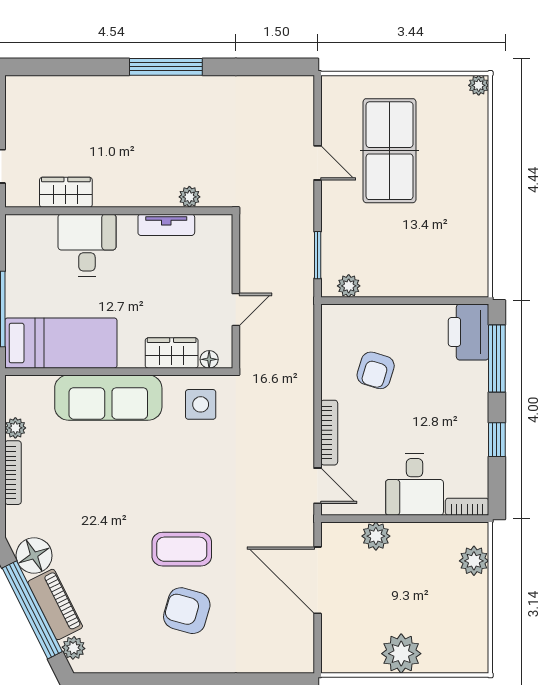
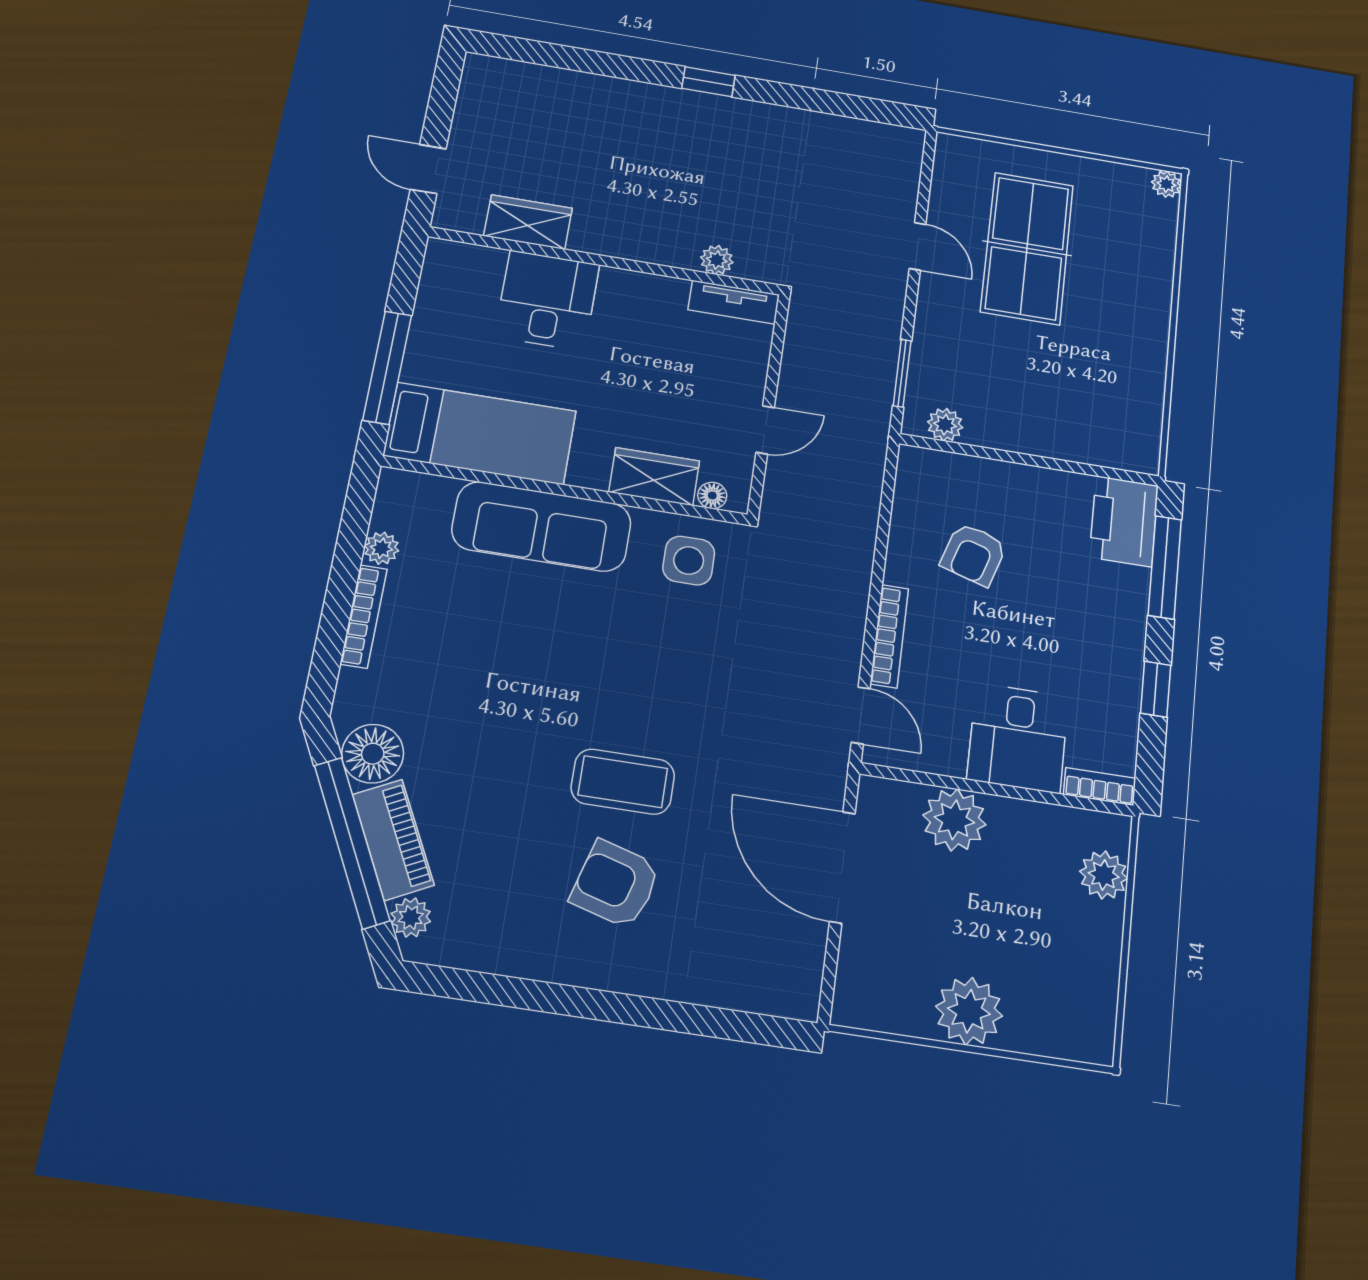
window: (166, 67) -> (708, 82), width x0.46
tv unit: (166, 225) -> (734, 302), moved
plant: (376, 536) -> (954, 820), width x1.36, depth x1.36

